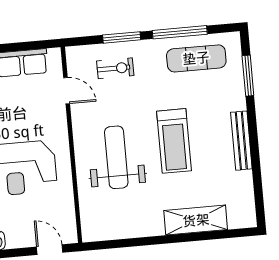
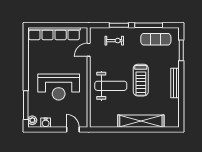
door: (67, 91) -> (89, 50), swing flipped
weight bench: (116, 157) -> (111, 86), turned 90
shelving: (196, 220) -> (141, 121), width x1.47

